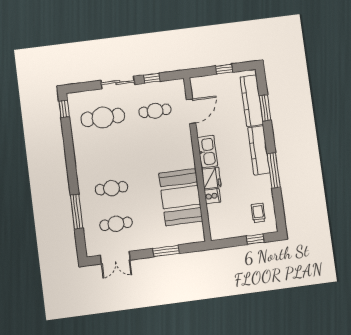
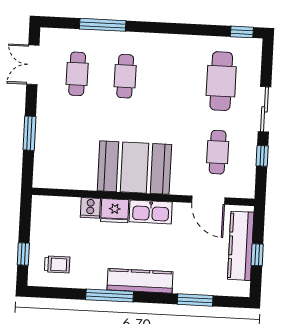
kitchen counter: (252, 101) -> (241, 246), moved, turned -90
booth: (181, 197) -> (134, 168), moved

